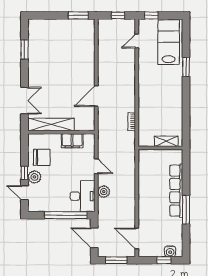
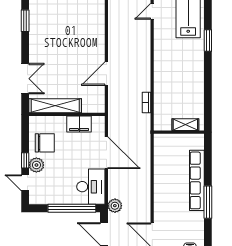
door: (96, 166) -> (106, 153), width x1.88
plant: (104, 192) -> (115, 206), moved

